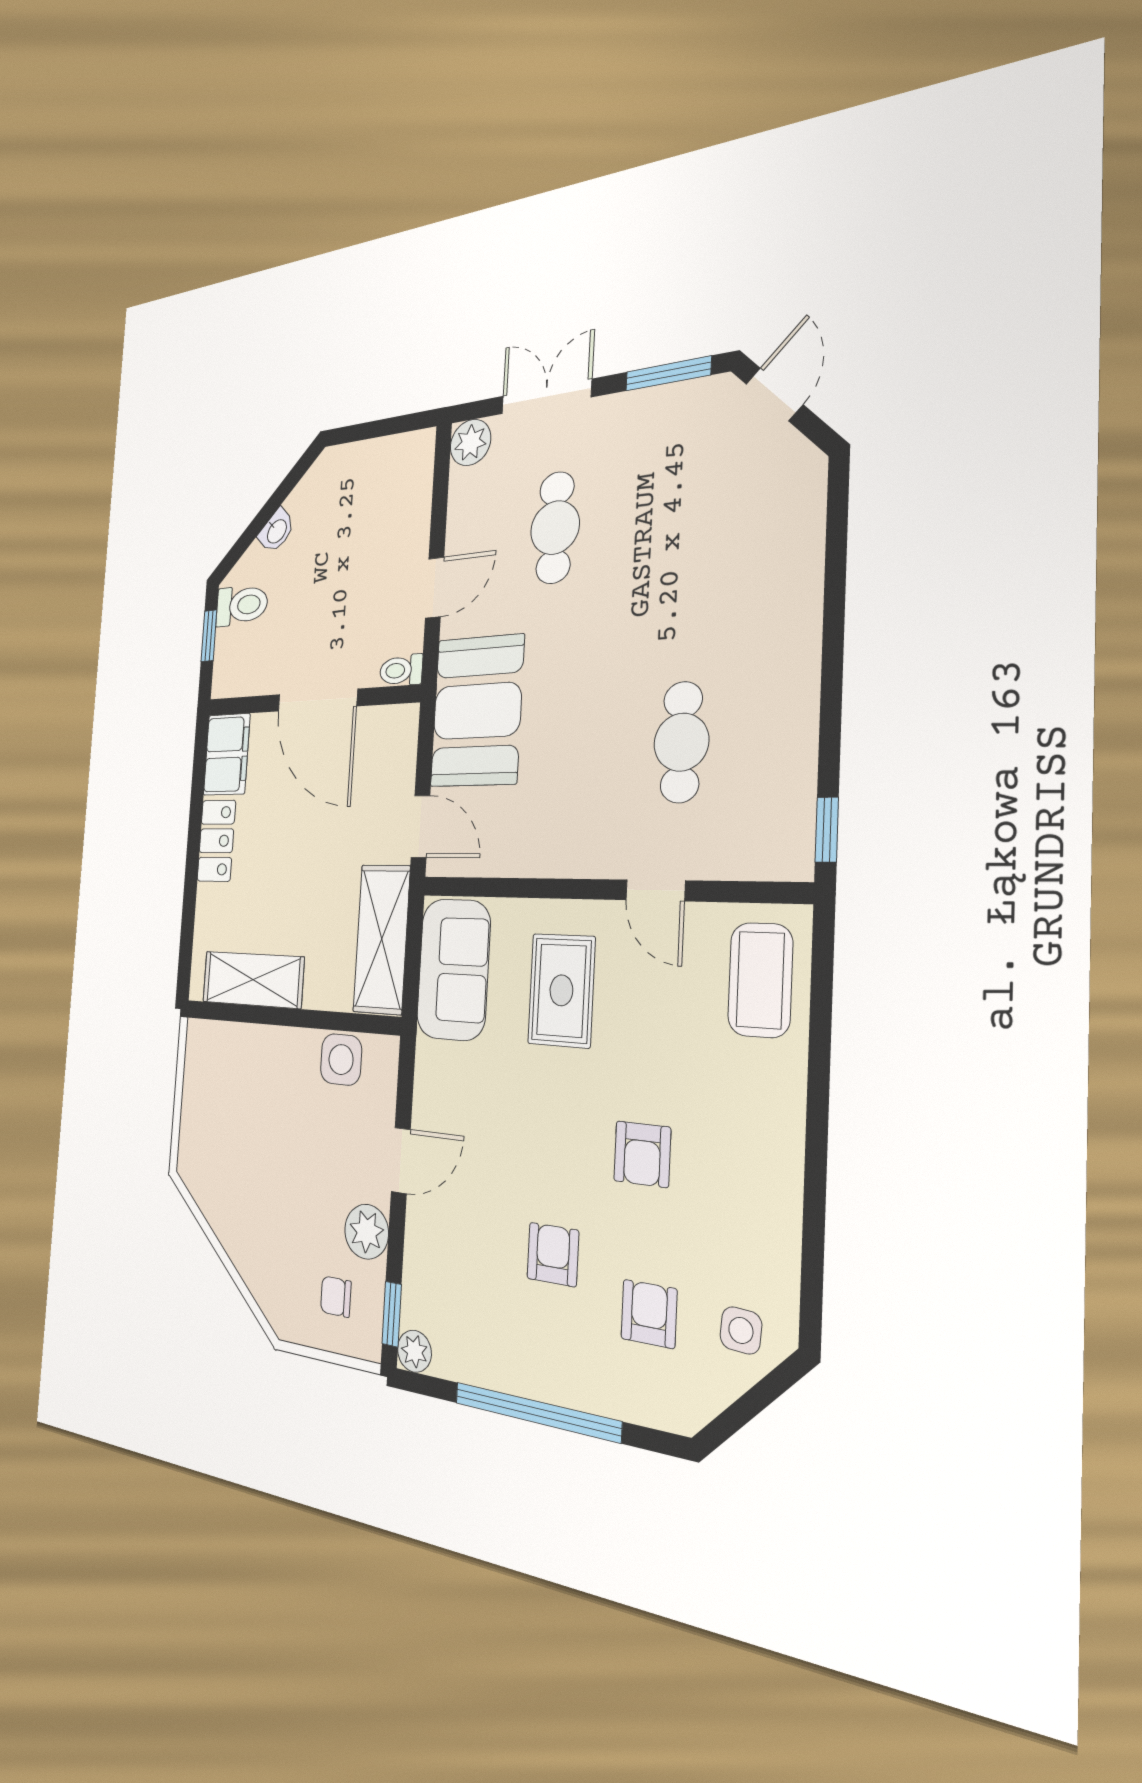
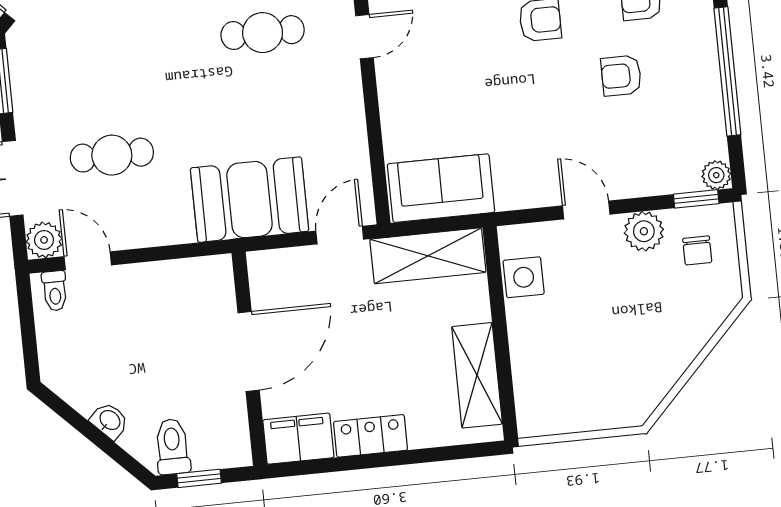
door: (435, 588) -> (88, 261), moved
toilet: (401, 670) -> (55, 291), moved
rug: (561, 990) -> (442, 97), removed

